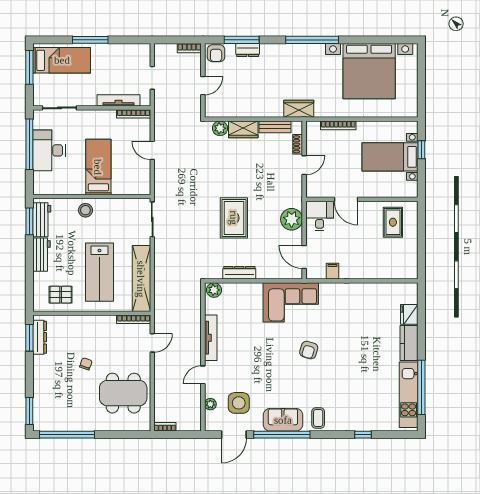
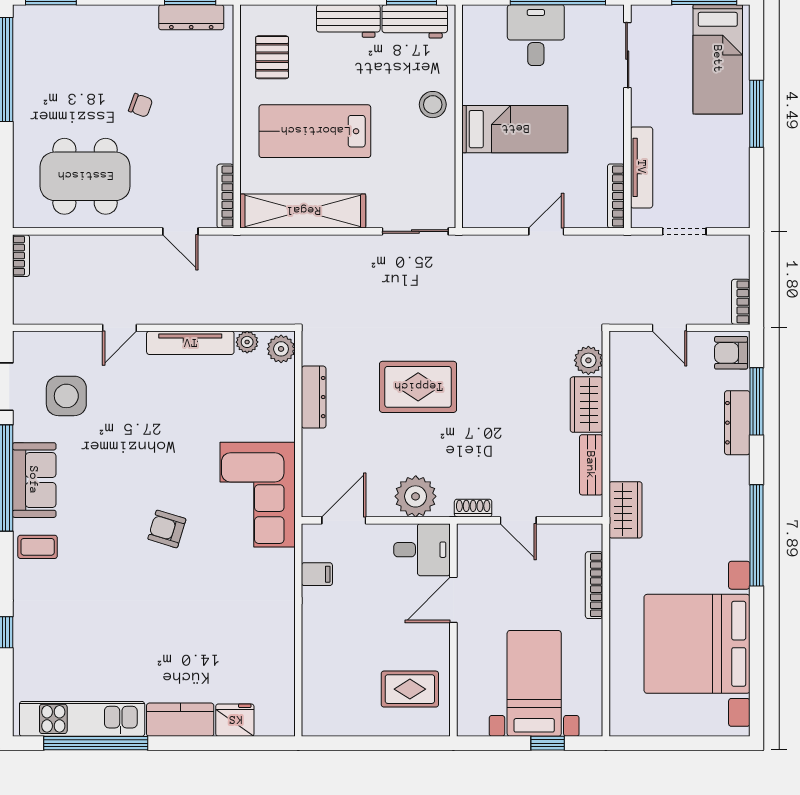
dresser: (248, 50) -> (737, 423), width x1.44
shoe rack: (298, 144) -> (473, 508), moved
desk: (49, 150) -> (536, 35), width x0.73
door: (203, 375) -> (120, 328), swing flipped
dining table: (123, 393) -> (85, 176), turned 90
plant: (210, 404) -> (247, 342), moved

